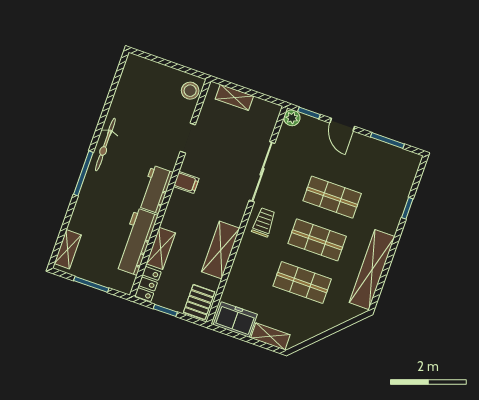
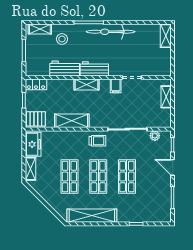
shelving: (144, 66) -> (166, 36), added
stool: (190, 91) -> (62, 39), moved
plant: (292, 118) -> (155, 136), moved
door: (342, 125) -> (173, 167), hinge flipped
bicycle: (105, 145) -> (111, 32), width x1.37, depth x1.40
filing cabinet: (186, 182) -> (116, 86), moved
workbench: (136, 241) -> (65, 68), width x0.73
shelving: (161, 248) -> (86, 85), moved

